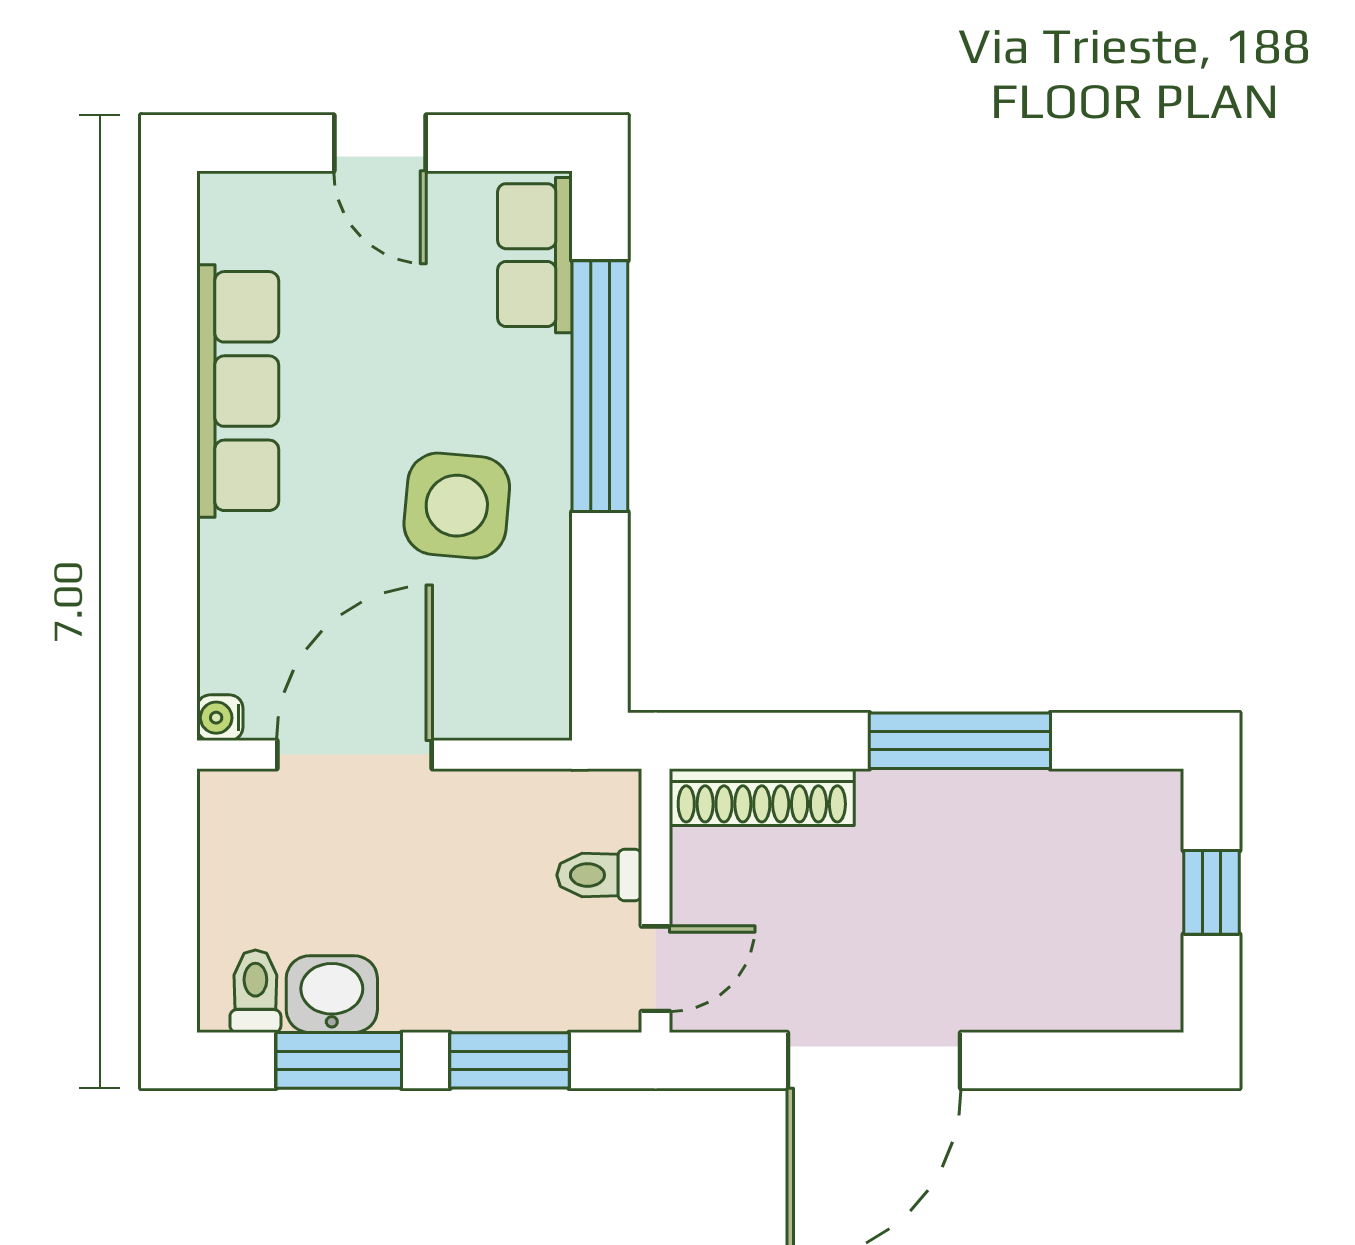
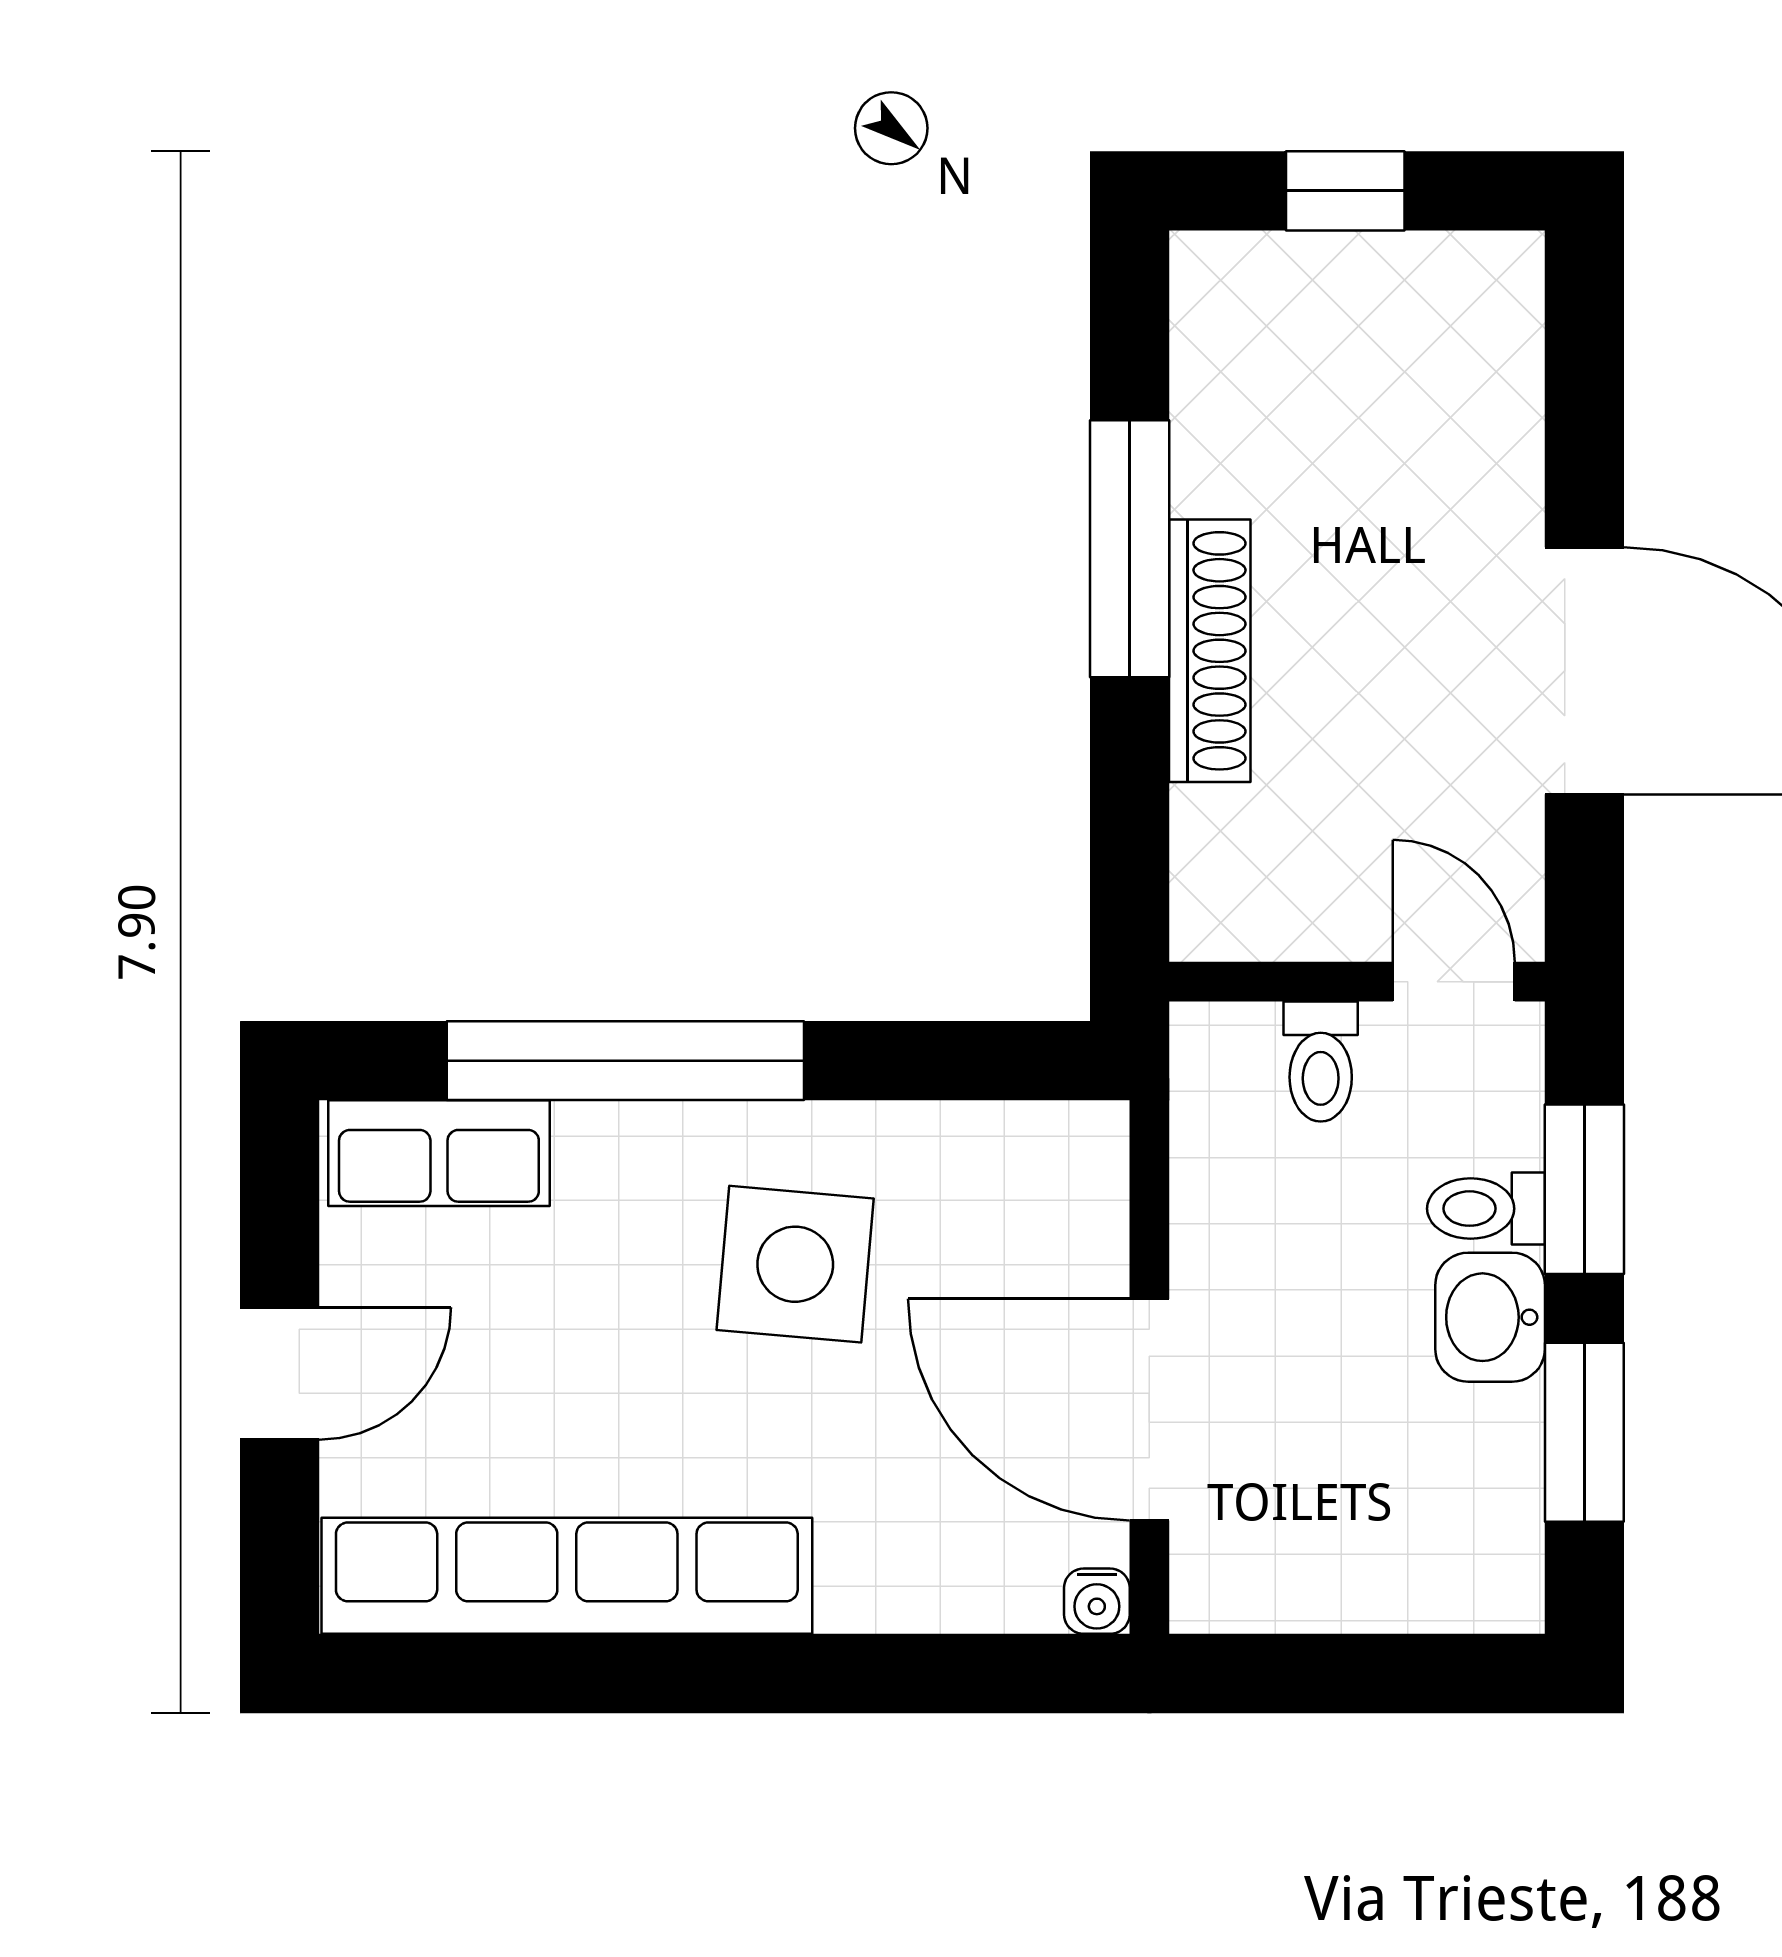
row of seats: (238, 391) -> (567, 1576), width x1.36
shoe rack: (762, 797) -> (1210, 651), moved
toilet: (255, 991) -> (1486, 1209), moved
washbasin: (332, 994) -> (1490, 1317), moved

